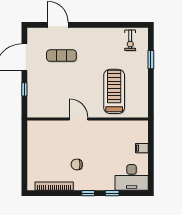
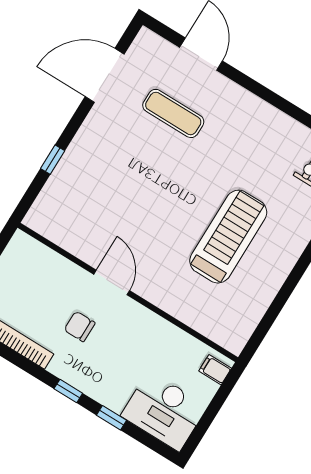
window: (24, 89) -> (53, 160), moved
door: (79, 119) -> (112, 283), moved
wall: (88, 119) -> (128, 292), moved

